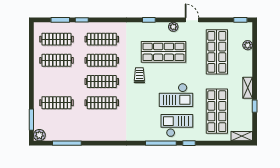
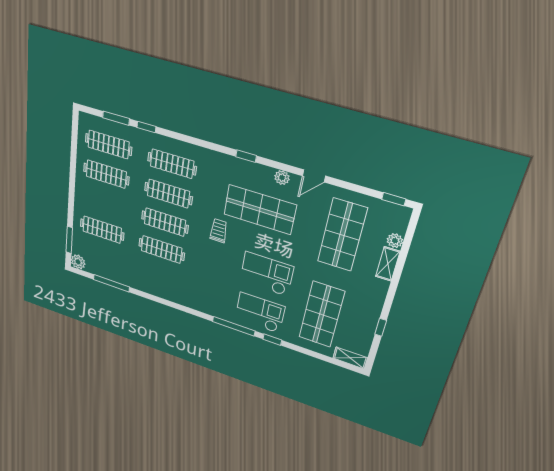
door: (192, 20) -> (314, 176), swing flipped
shelving: (248, 88) -> (388, 264), moved
checkout: (176, 95) -> (267, 274), turned 180

